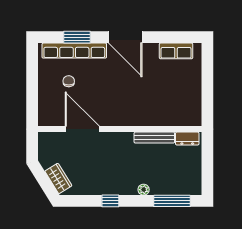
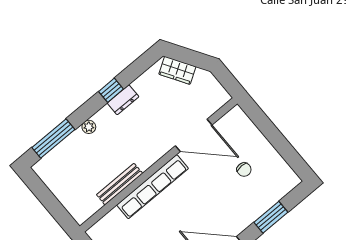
row of seats: (74, 51) -> (152, 187), moved, turned 180
dresser: (187, 139) -> (123, 100), moved, turned 180

